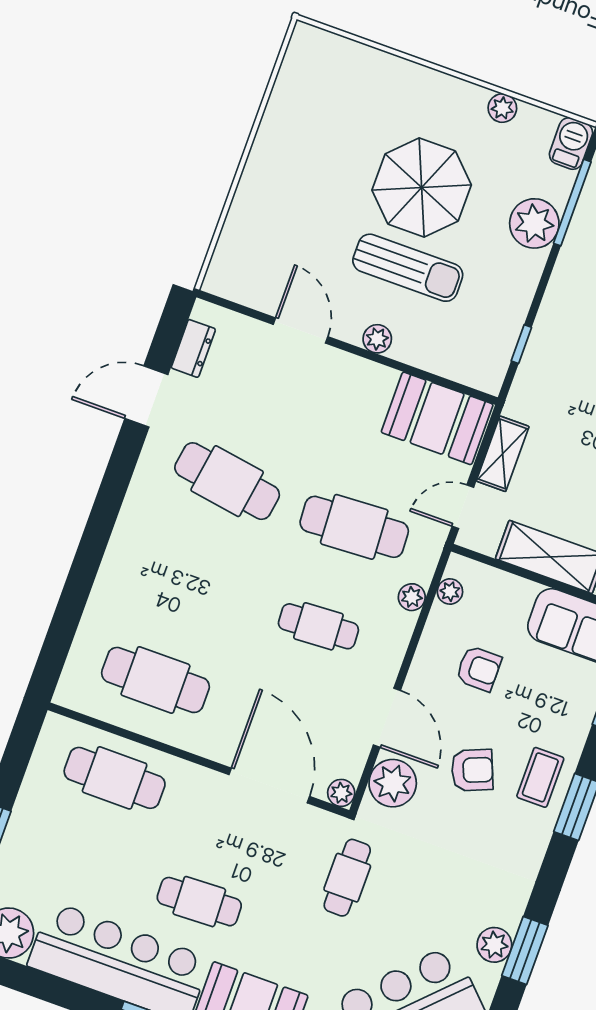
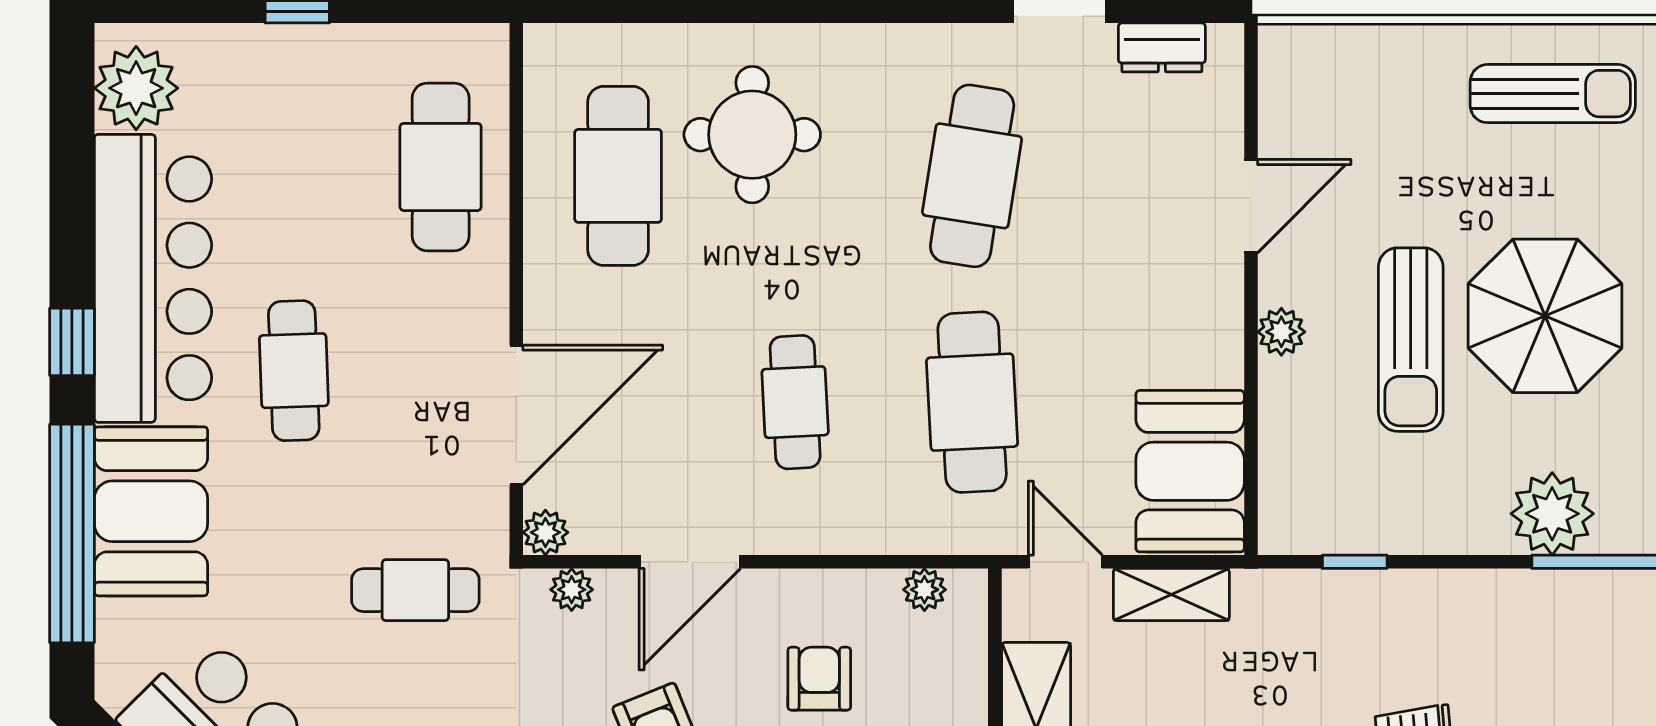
sun lounger: (298, 138) -> (1553, 94), added
round table: (159, 596) -> (752, 135), added
plant: (412, 597) -> (894, 533), removed
armchair: (479, 669) -> (819, 679), turned 180
plant: (393, 783) -> (572, 590), width x0.53, depth x0.53

